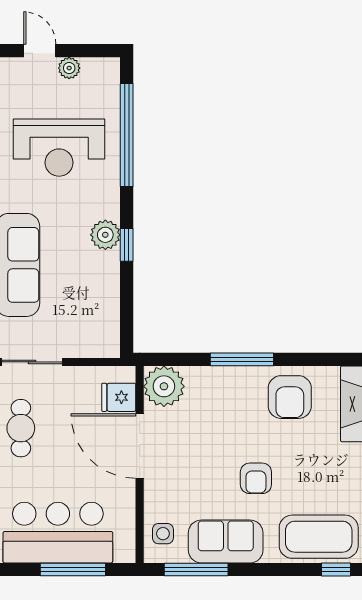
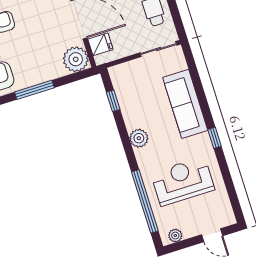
plant: (69, 68) -> (175, 236), moved
window: (127, 245) -> (113, 101), moved

